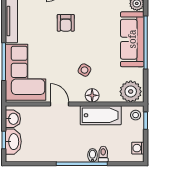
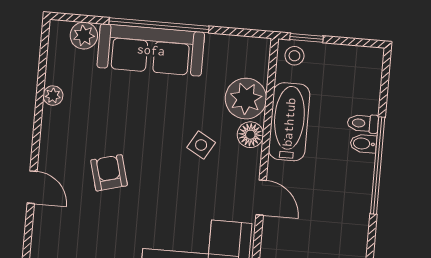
armchair: (66, 23) -> (109, 173), turned -105
plant: (131, 91) -> (246, 99), moved
door: (60, 104) -> (261, 198), swing flipped
washing machine: (138, 148) -> (357, 57), removed

